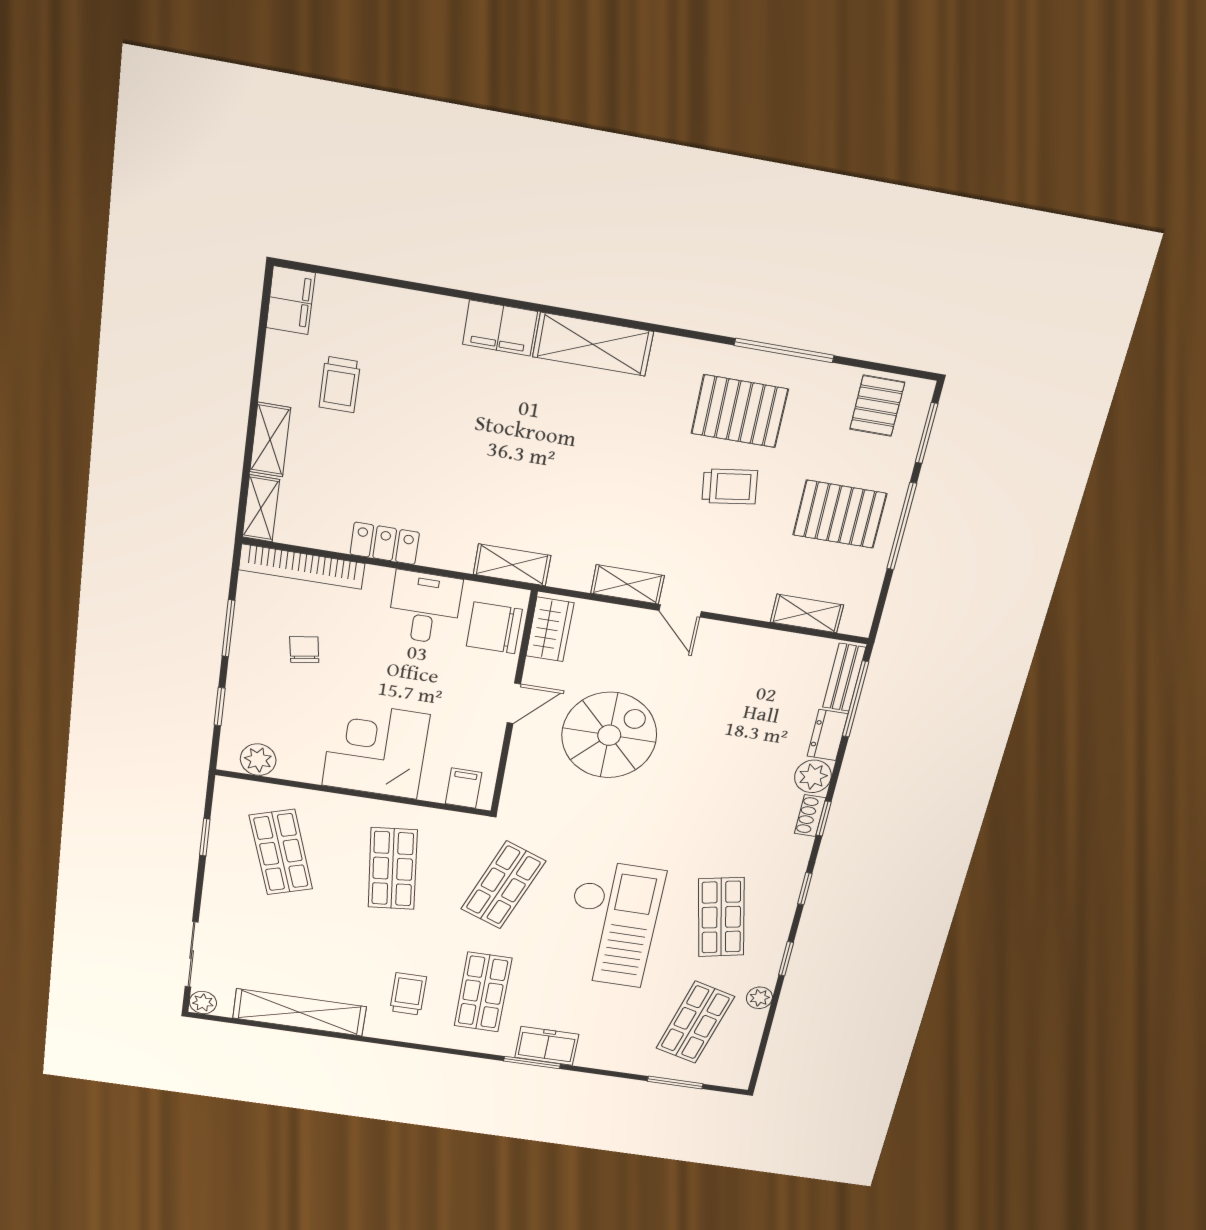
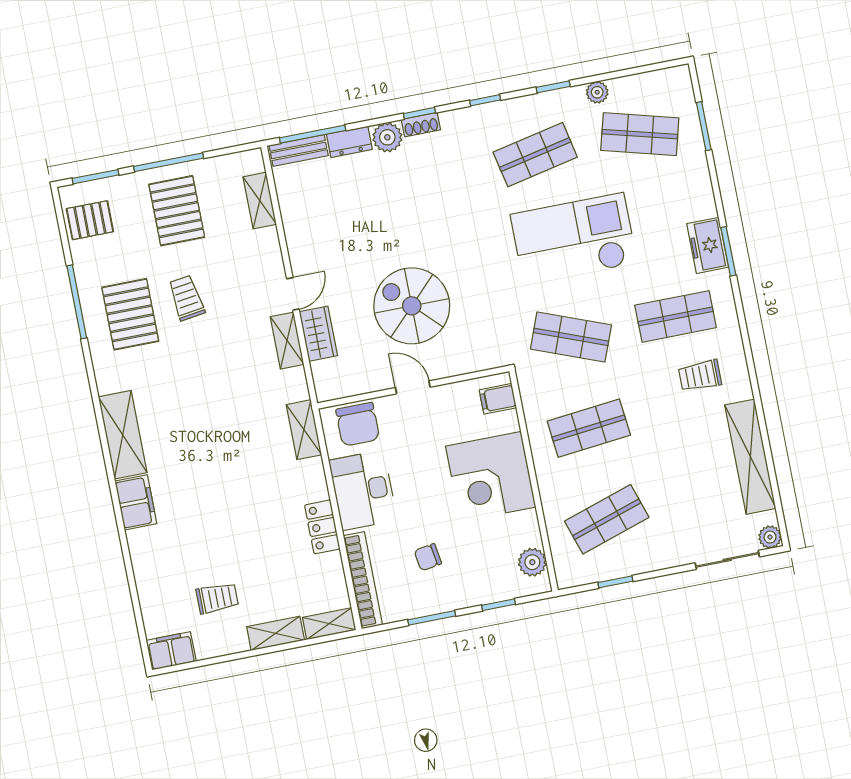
desk: (425, 608) -> (363, 490), width x1.37
wardrobe: (550, 629) -> (318, 334), moved, turned 90

